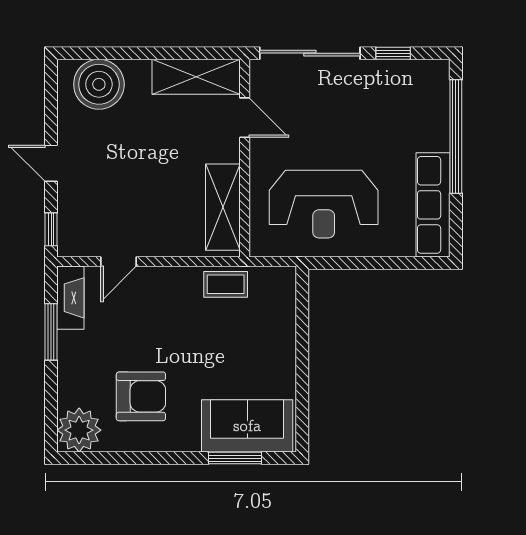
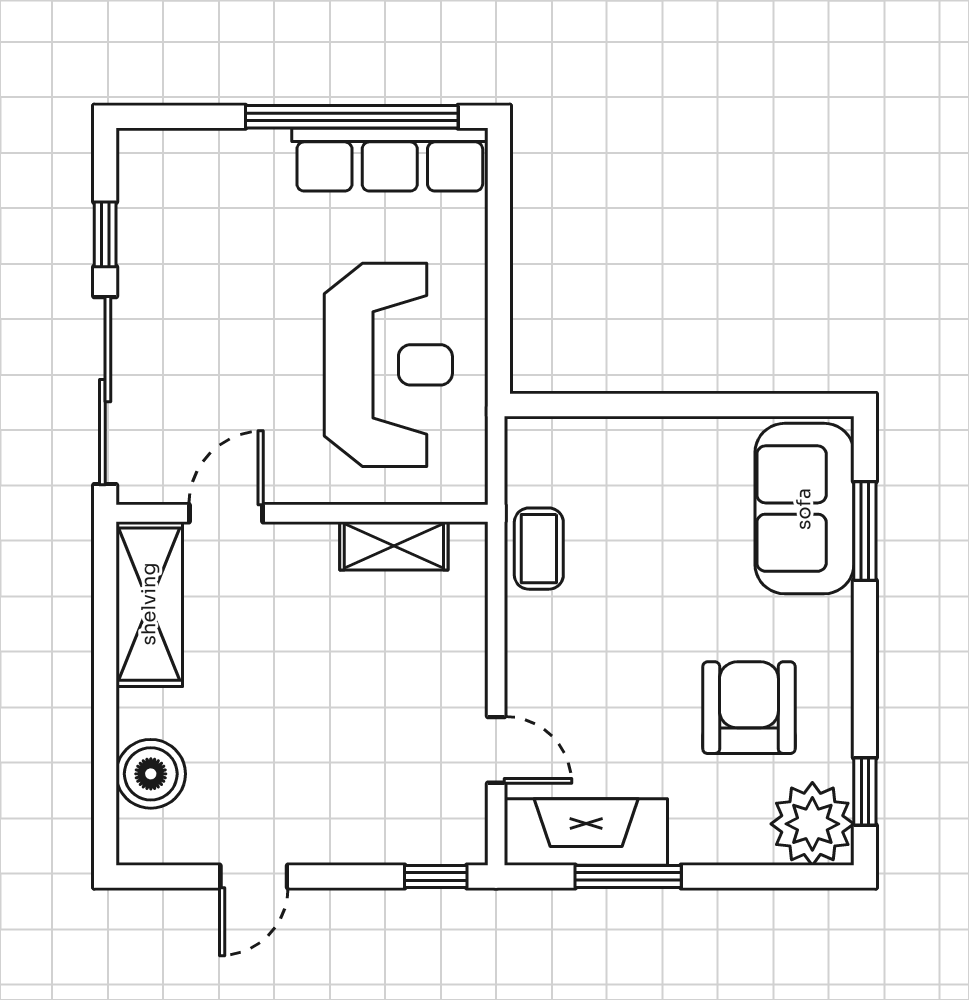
boiler: (99, 84) -> (151, 774), width x0.73, depth x0.73
window: (456, 137) -> (352, 117), moved
door: (51, 163) -> (254, 876), moved
shelving: (223, 207) -> (394, 546), width x0.67, depth x0.75
fireplace: (70, 298) -> (586, 832), width x1.37, depth x1.32
window: (96, 458) -> (865, 792), added

